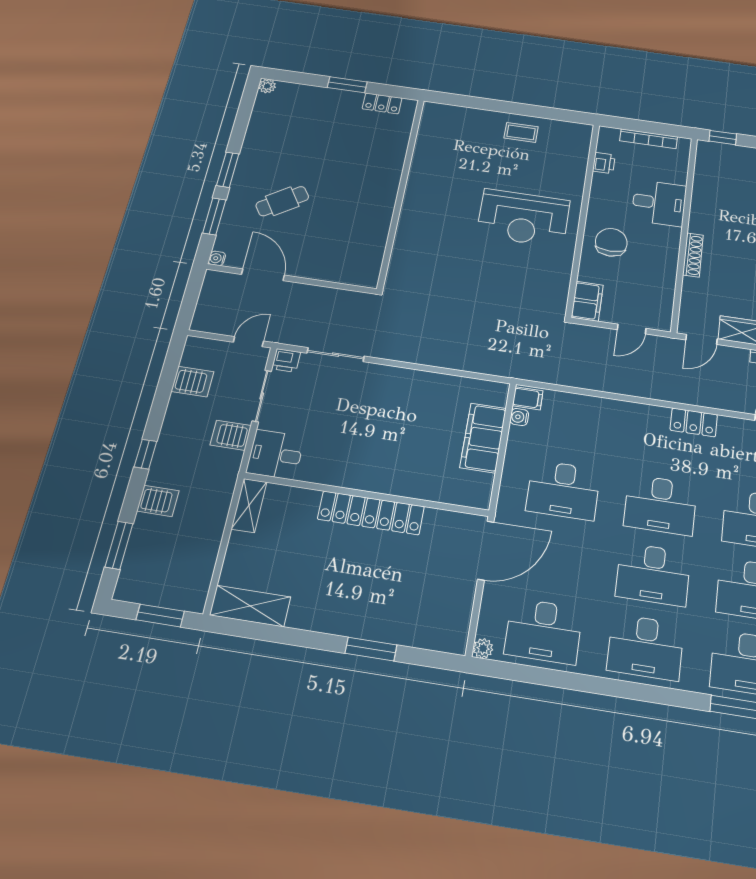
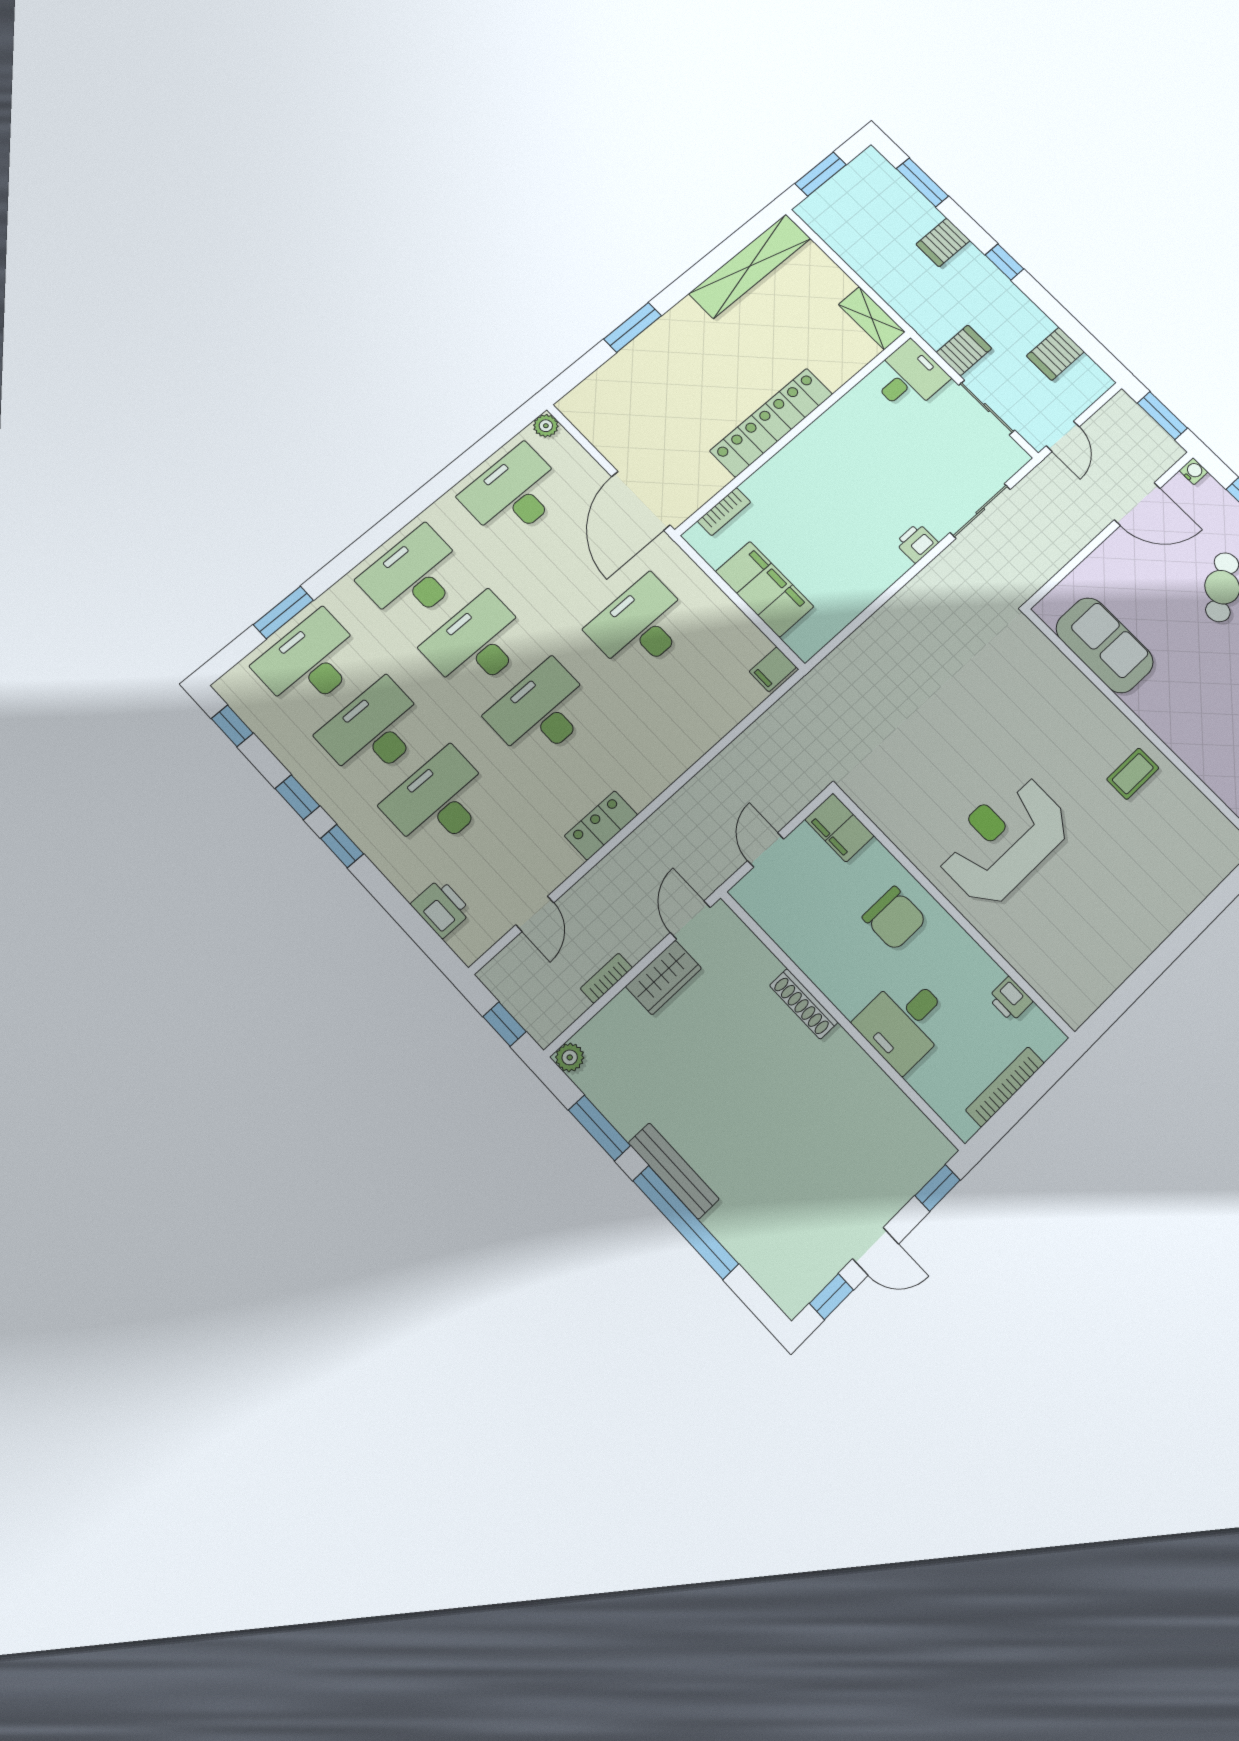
coffee table: (521, 132) -> (1133, 774), moved
sofa: (368, 238) -> (1105, 645), added
window: (191, 297) -> (1162, 416), added
printer: (286, 360) -> (917, 543), moved
water cooler: (519, 417) -> (758, 644), removed
bookcase: (453, 497) -> (724, 512), added
shelving: (250, 606) -> (750, 266), width x1.47

